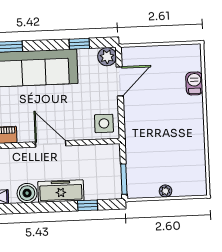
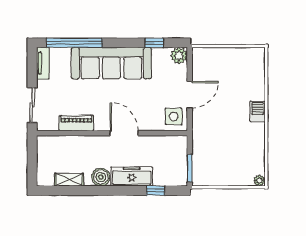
door: (120, 81) -> (190, 95), moved
barbecue: (194, 83) -> (258, 112), moved
plant: (165, 191) -> (259, 180), moved

